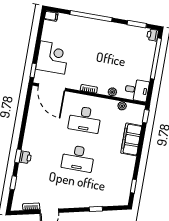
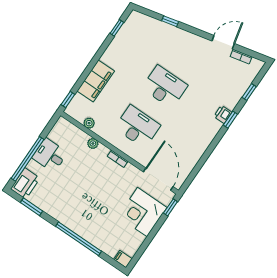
printer: (153, 35) -> (25, 183), width x1.87, depth x1.48
desk: (137, 90) -> (50, 155), moved

